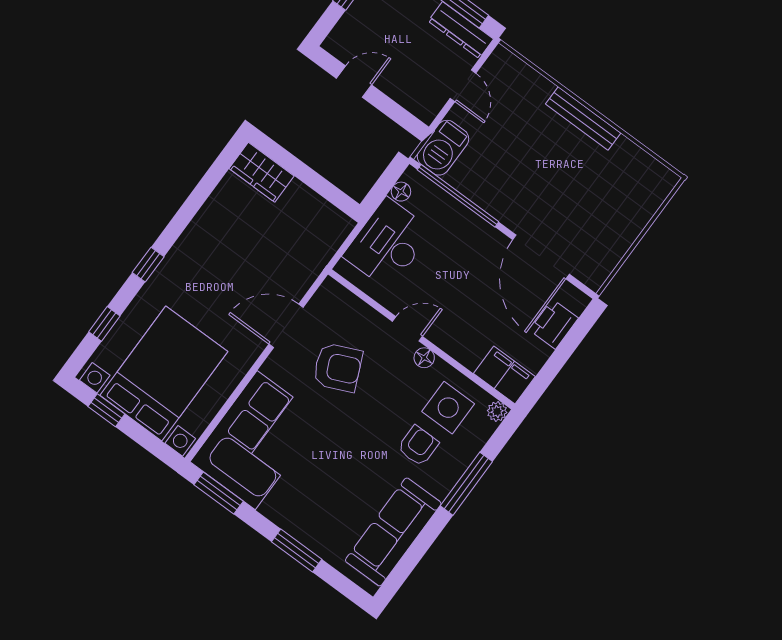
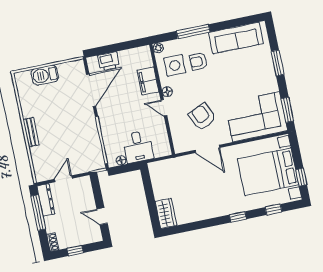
bench: (583, 118) -> (31, 132), width x0.73
barbecue: (443, 148) -> (45, 75), moved, turned 180
desk: (388, 244) -> (138, 147), width x0.73
filing cabinet: (504, 375) -> (148, 81), moved

